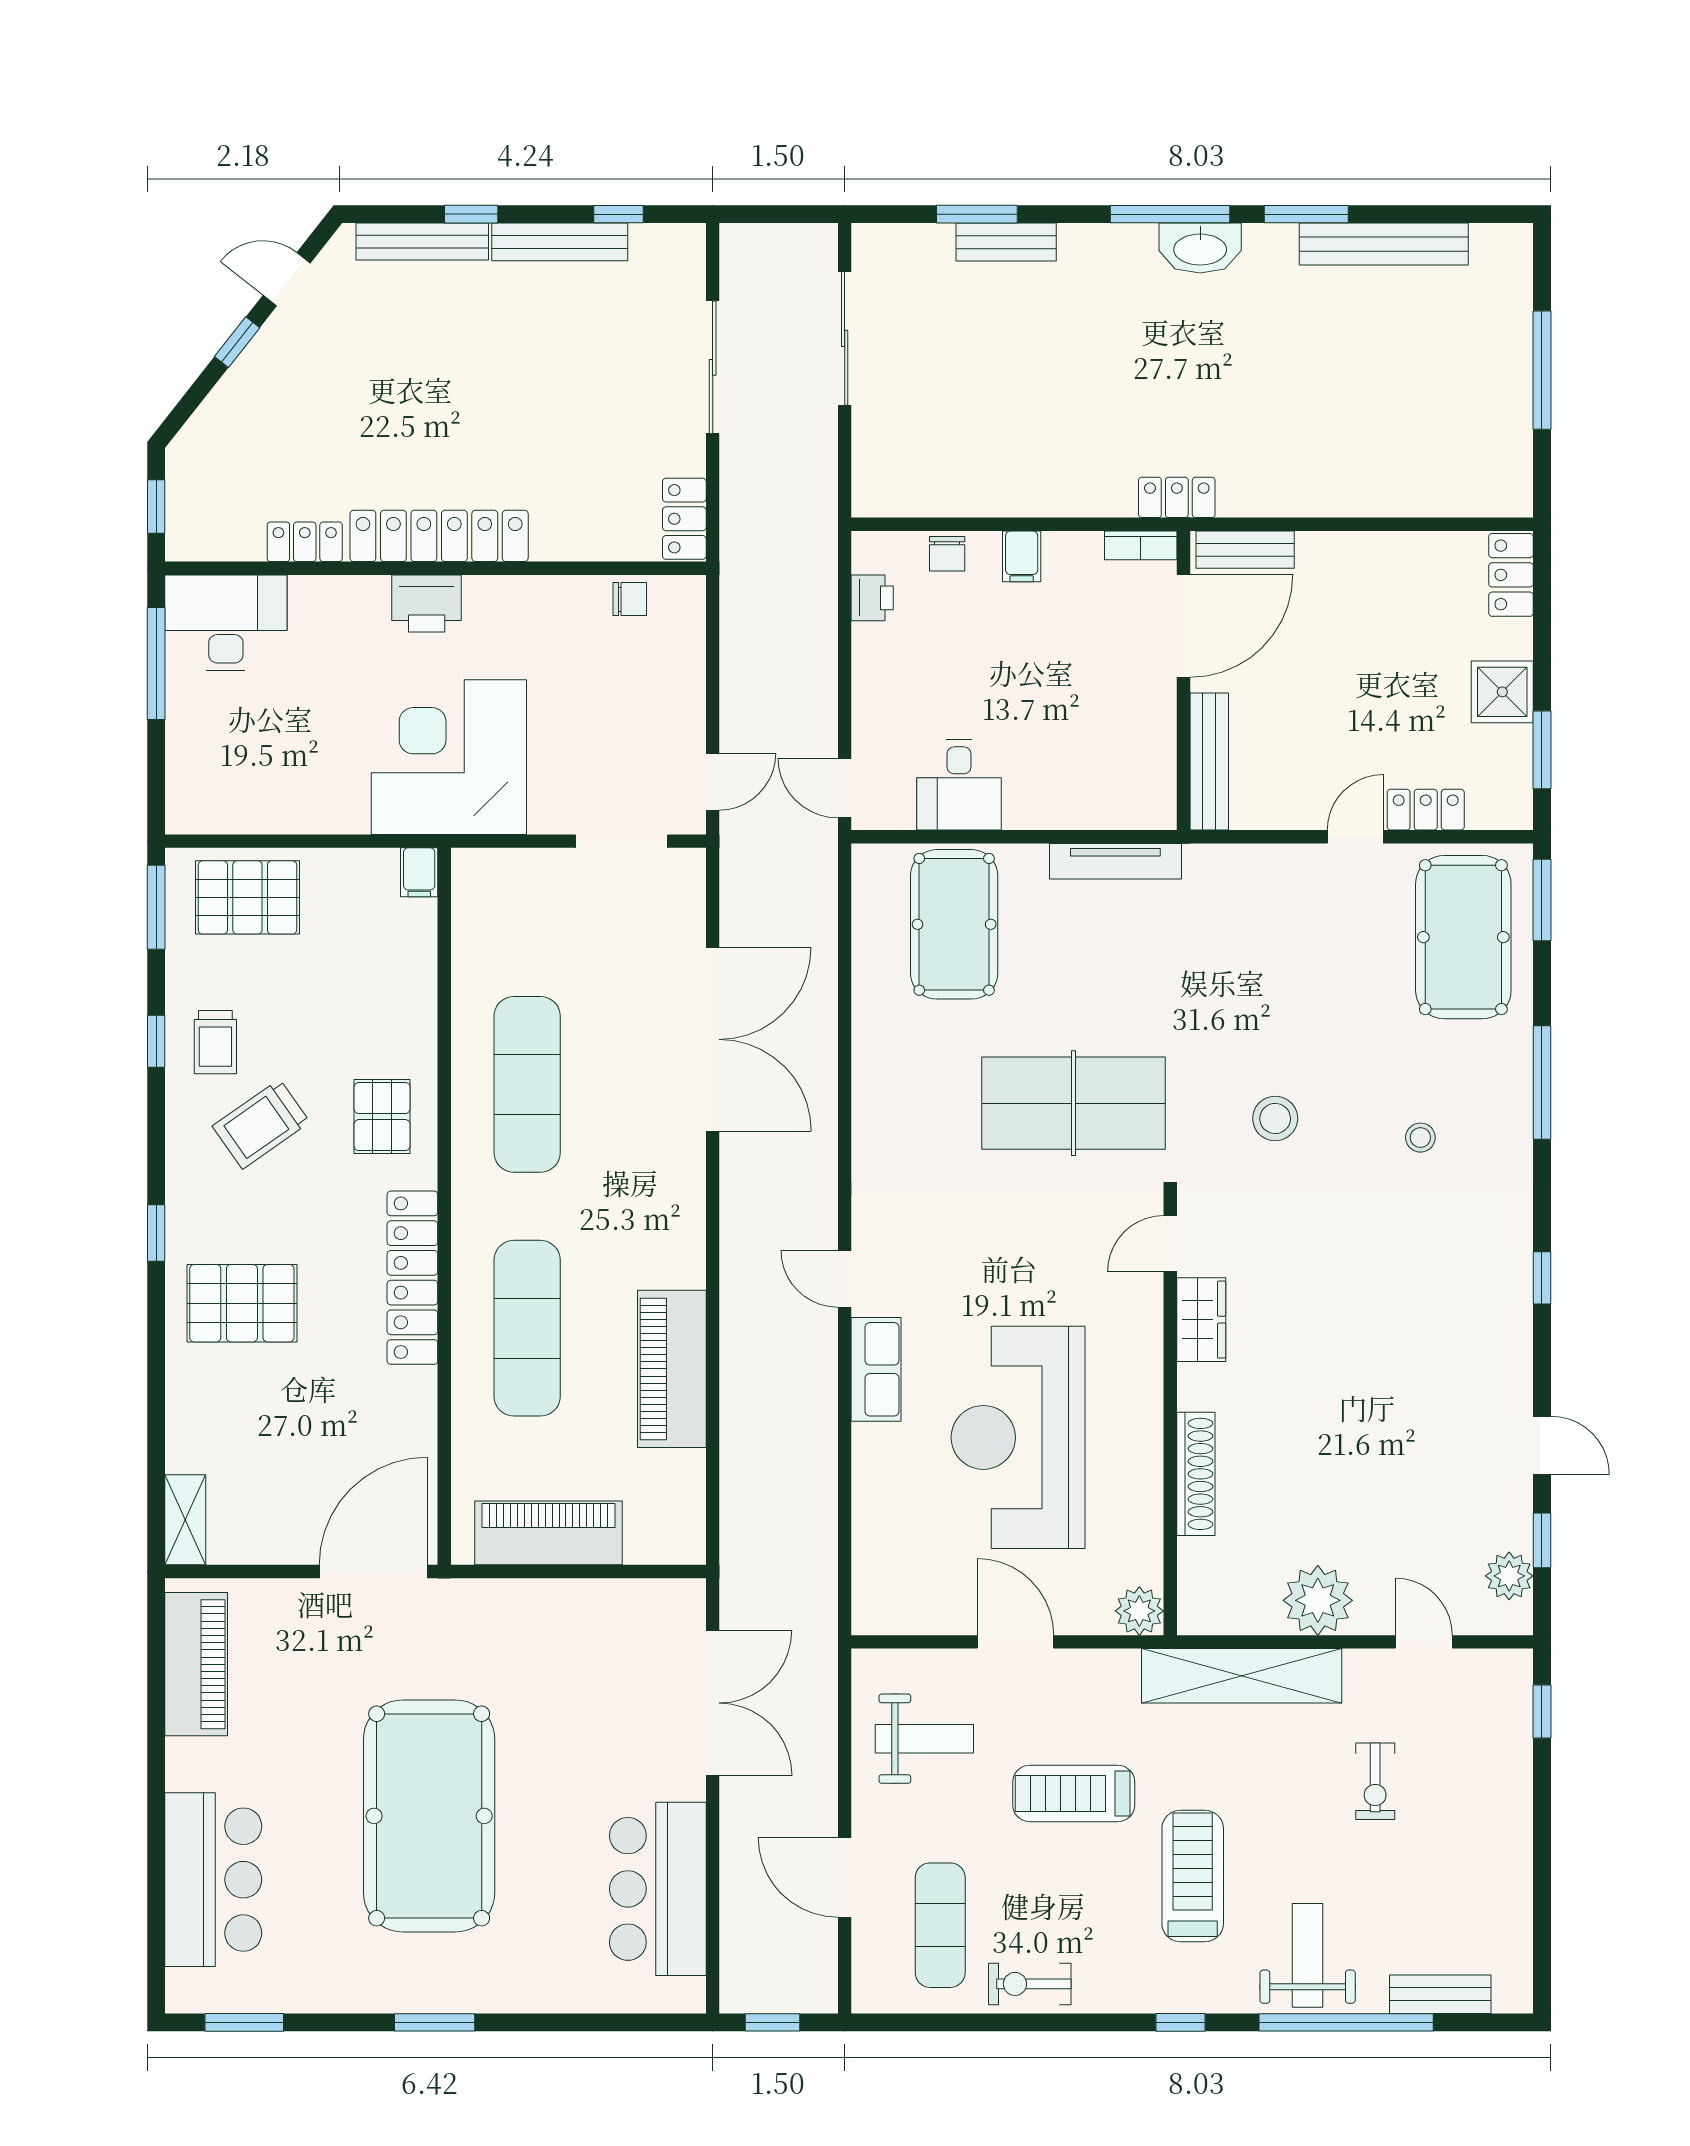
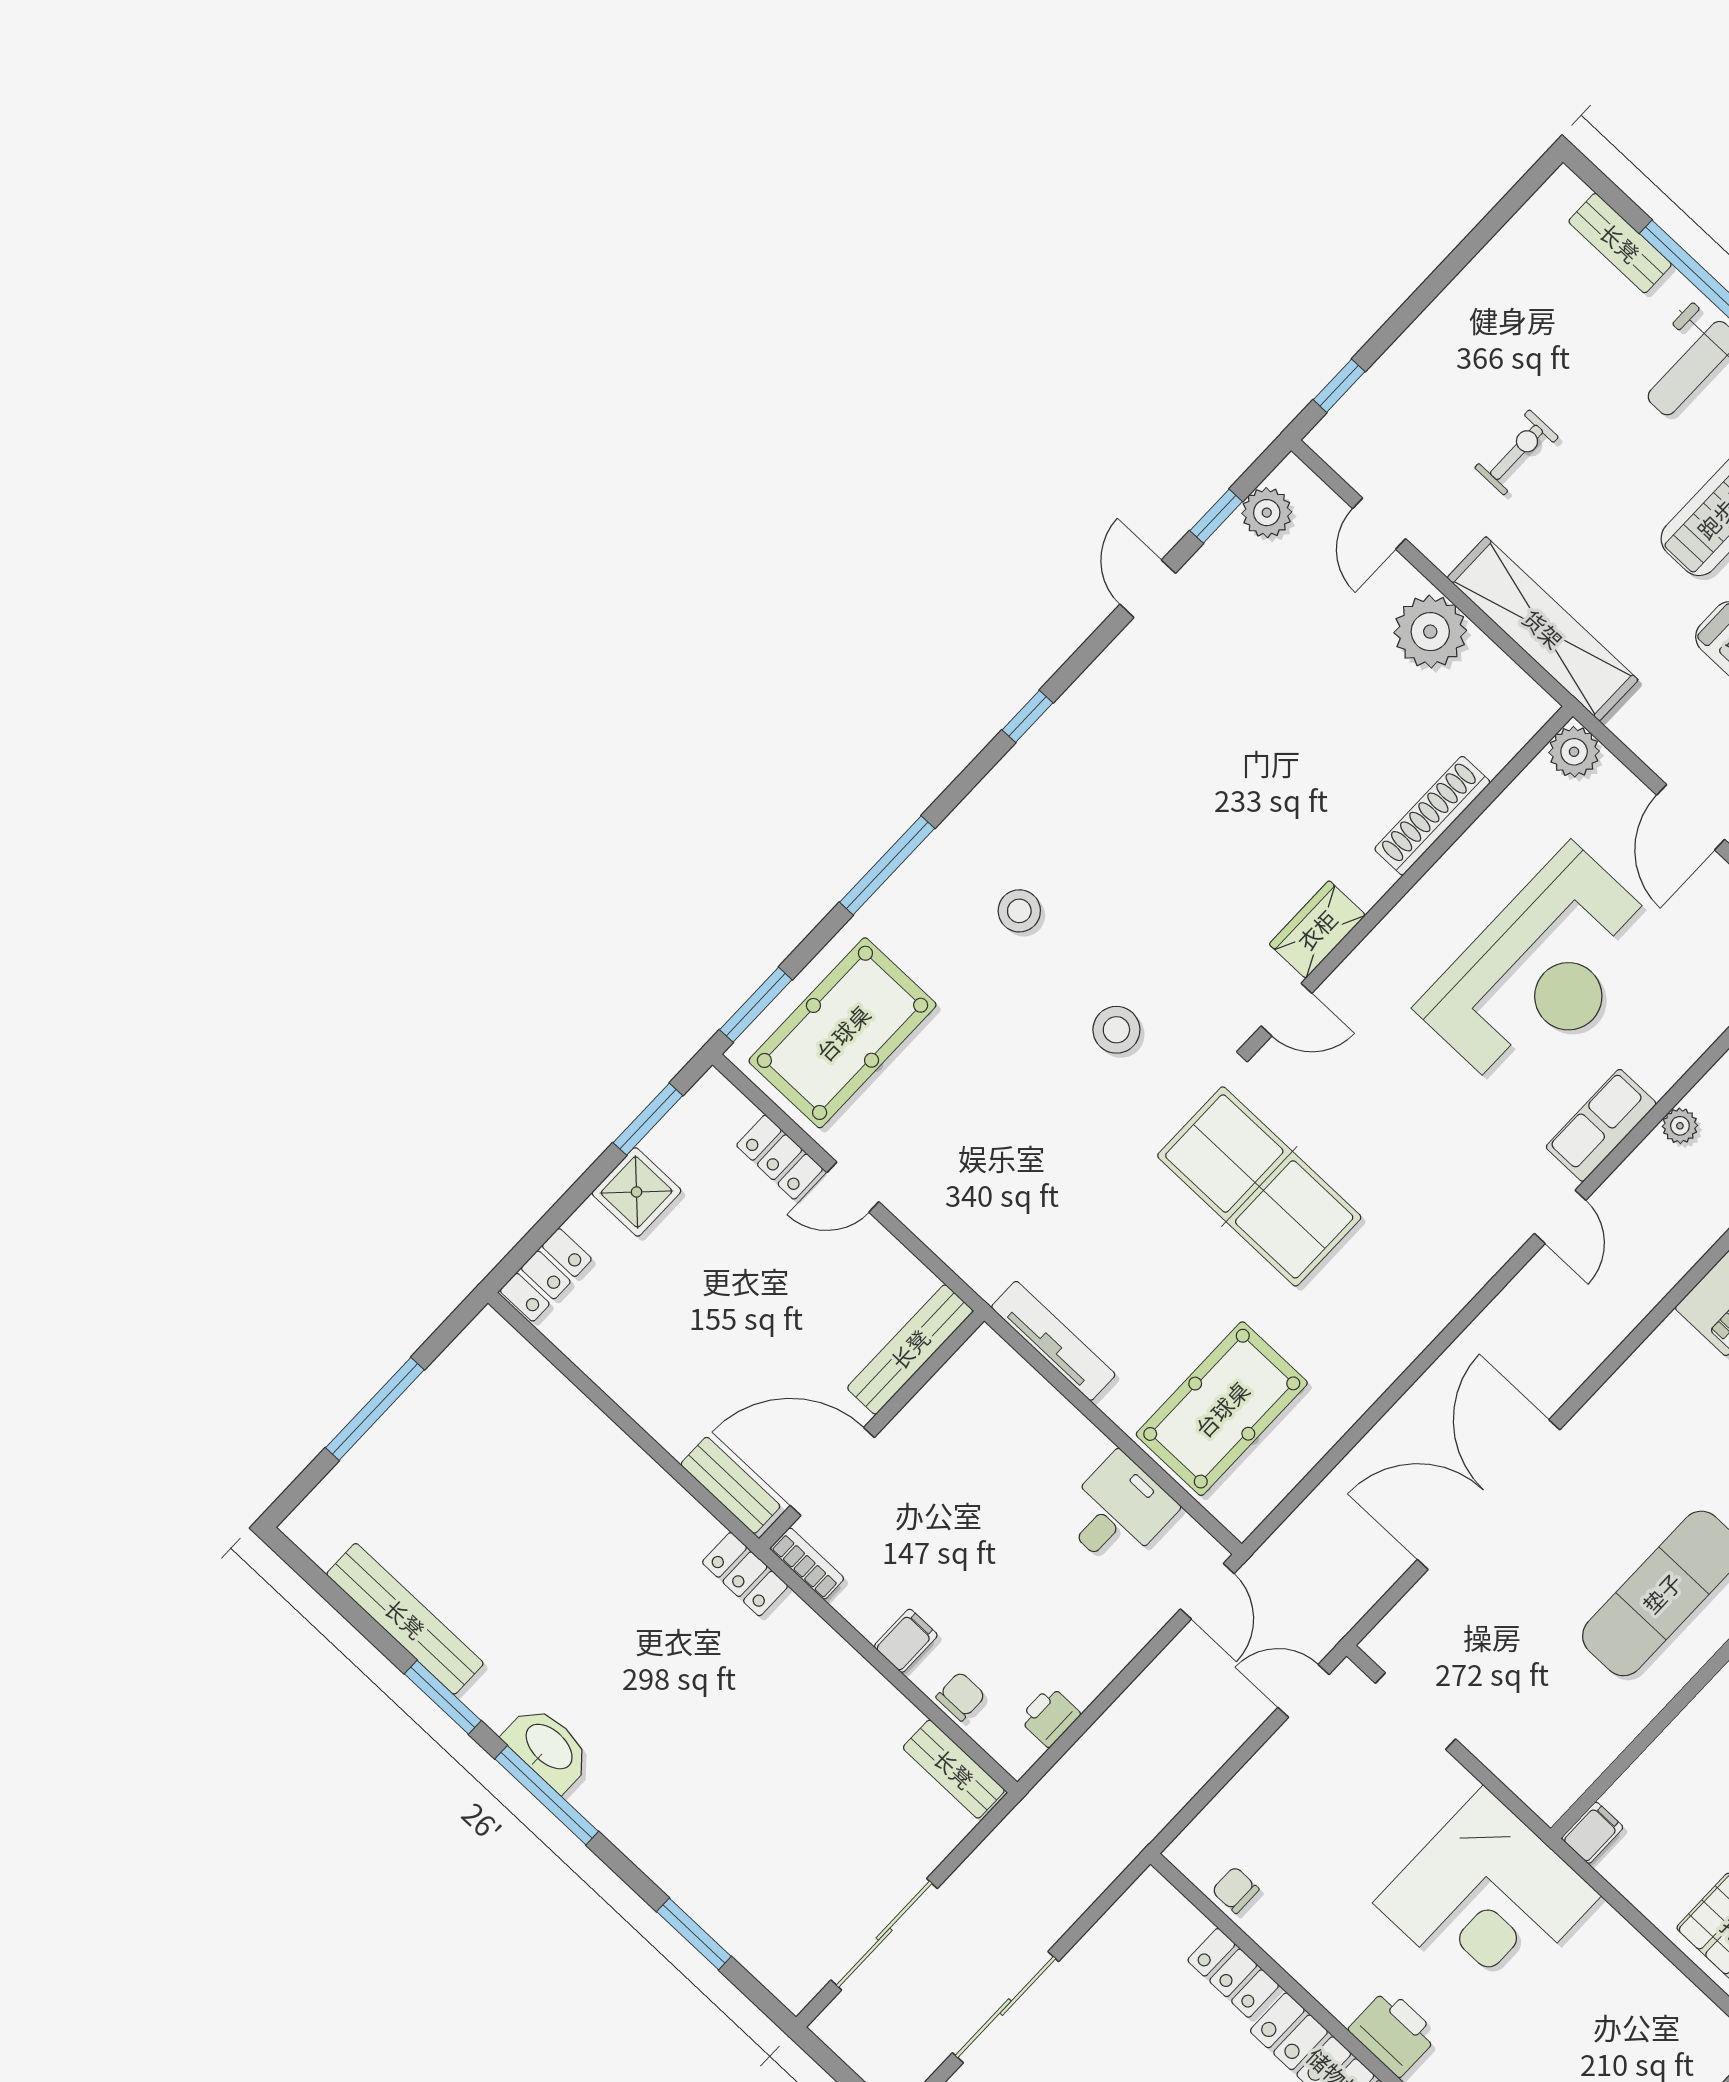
bench: (1006, 242) -> (954, 1769), moved
locker: (684, 519) -> (1233, 1973), moved, turned 90
stool: (1420, 1138) -> (1019, 911), width x1.37, depth x1.37
plant: (821, 1421) -> (1680, 1126), added

